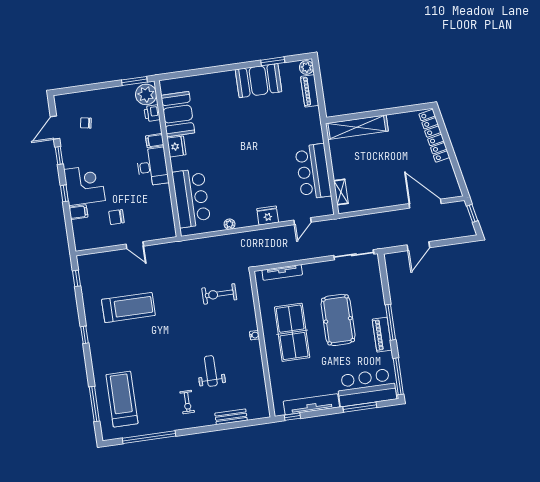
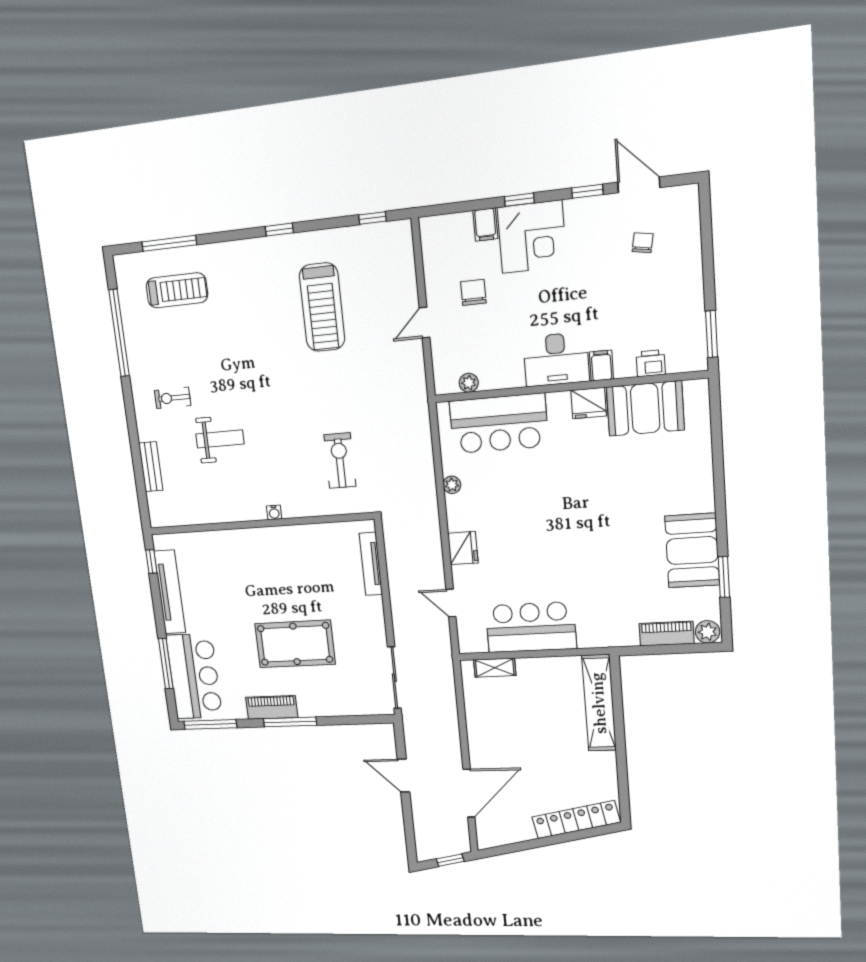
plant: (146, 94) -> (469, 383), moved, width x0.53, depth x0.53
table tennis table: (292, 332) -> (277, 572), removed
treadmill: (122, 399) -> (177, 290), width x0.73, depth x0.73

